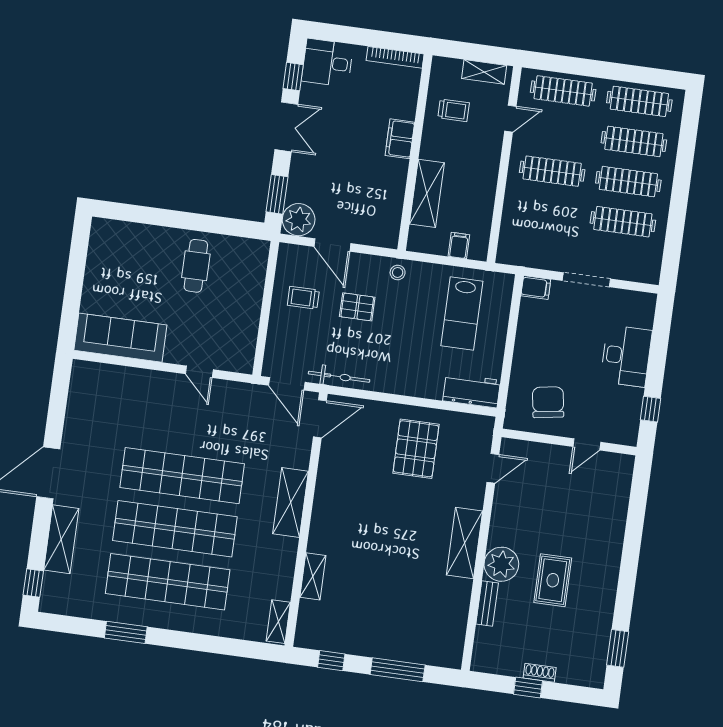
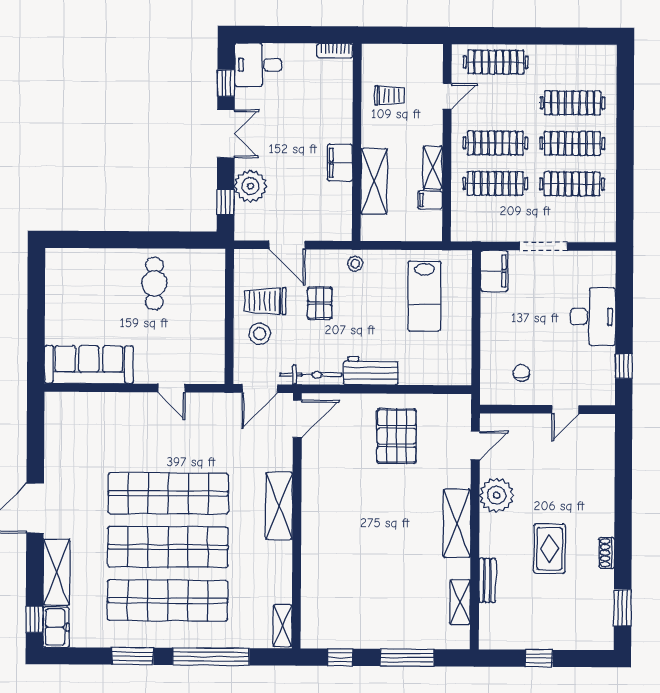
bookcase: (395, 57) -> (335, 51), width x0.64
shelving: (484, 72) -> (433, 168), moved, turned 90
clothes rail: (639, 101) -> (495, 183), moved
filing cabinet: (400, 139) -> (340, 163), moved
window: (277, 194) -> (226, 202), width x0.67
plant: (299, 220) -> (250, 186), moved
filing cabinet: (459, 246) -> (430, 200), moved, turned -90
filing cabinet: (536, 288) -> (494, 271), width x2.00
trolley: (303, 298) -> (265, 301), width x1.36, depth x1.39
pallet: (357, 307) -> (320, 303), turned 90
stool: (294, 329) -> (260, 334), added
door: (287, 384) -> (260, 389), hinge flipped
workbench: (472, 391) -> (371, 371), moved
chair: (548, 402) -> (521, 373), width x0.54, depth x0.54
plant: (501, 564) -> (497, 495), moved
shelving: (313, 576) -> (460, 602), moved
freezer: (54, 594) -> (56, 627), added
window: (203, 643) -> (211, 657), added
shoe rack: (540, 673) -> (607, 553), moved, turned -90

